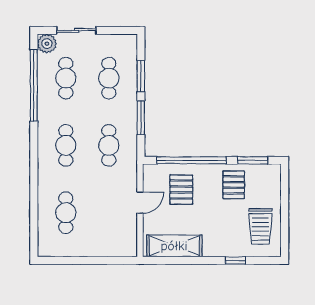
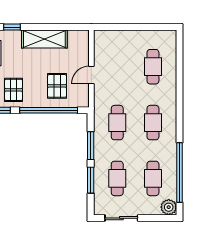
sliding door: (76, 30) -> (121, 218), moved
shelving: (174, 246) -> (44, 39), moved

